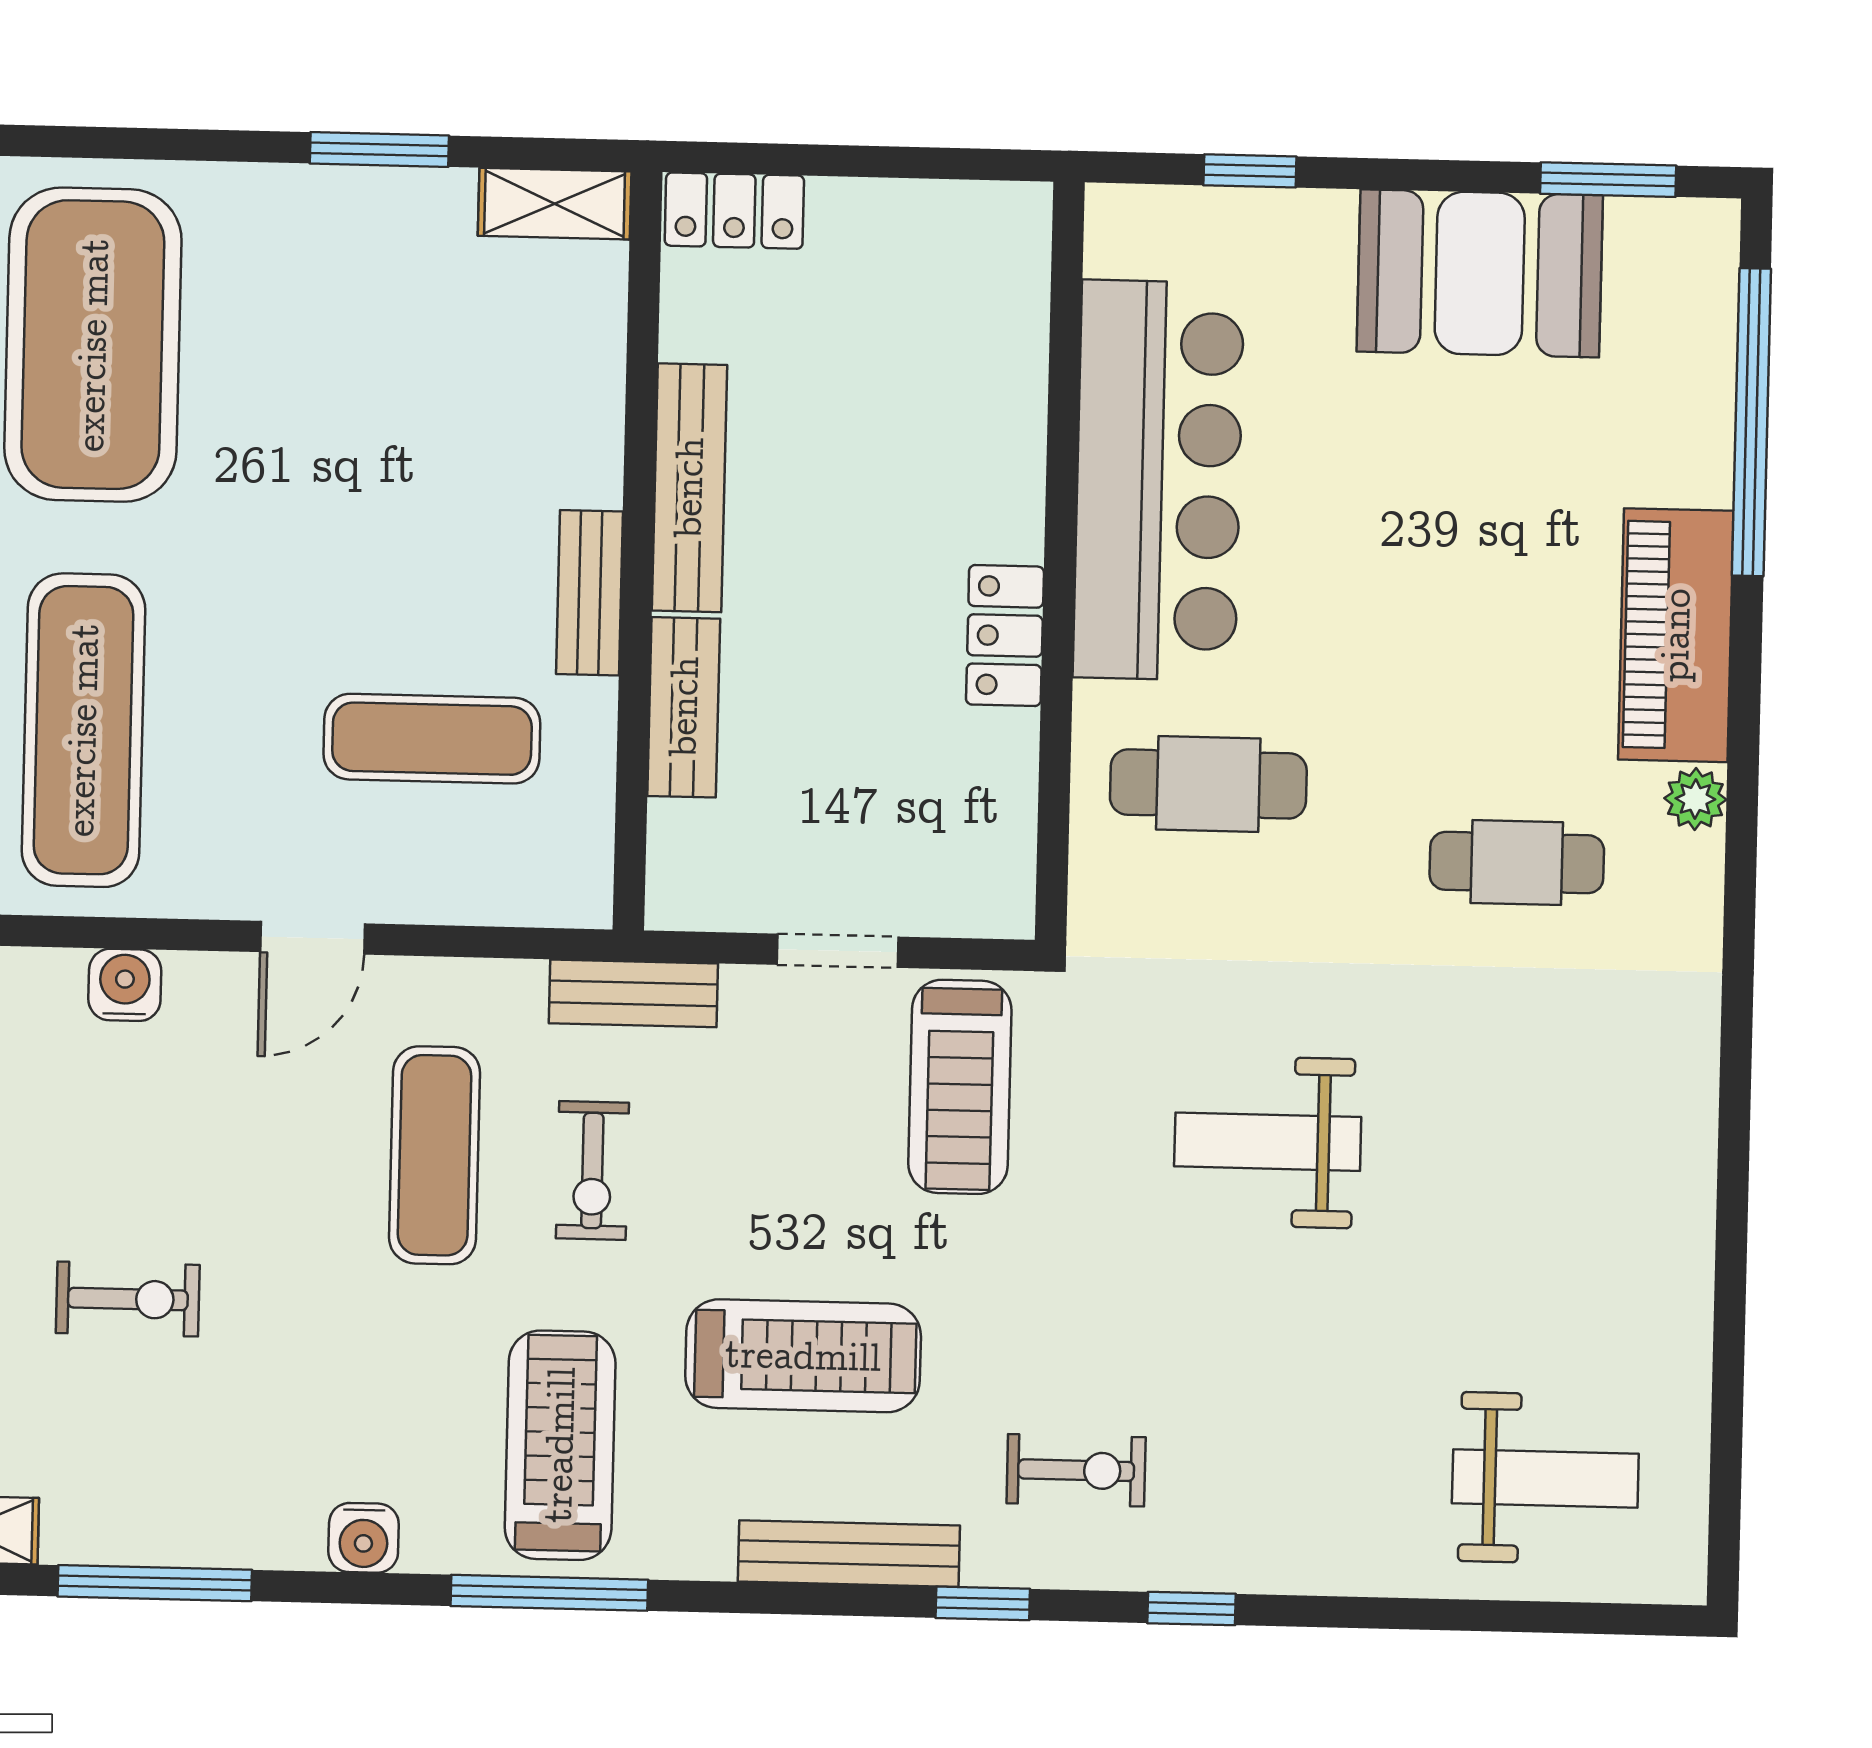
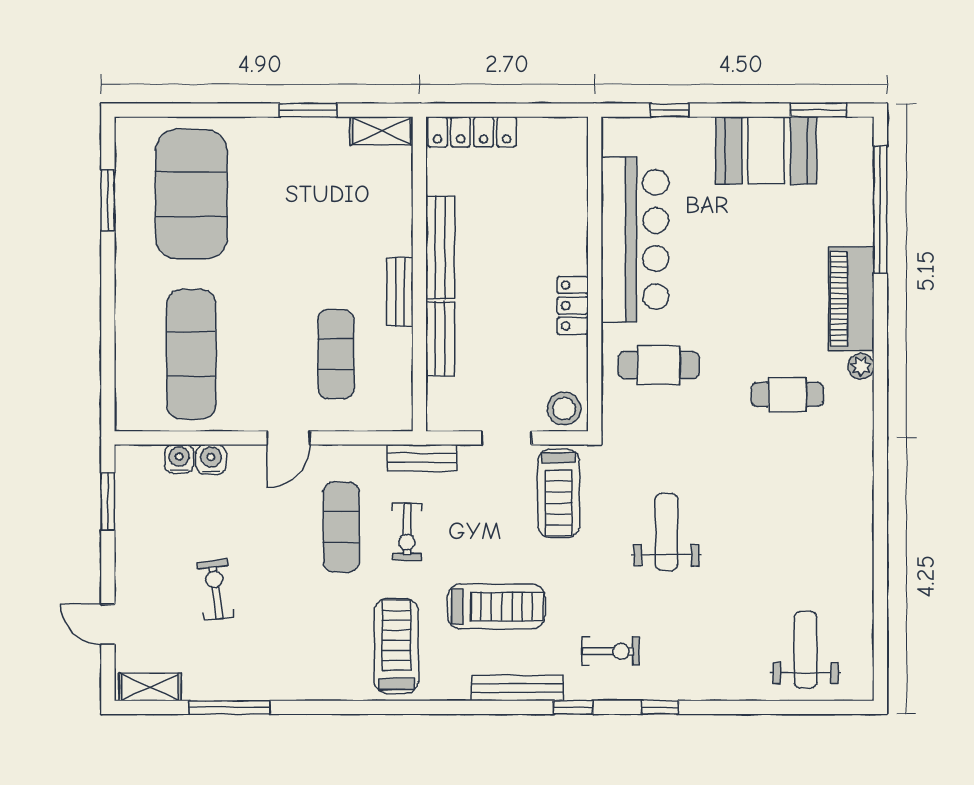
locker: (734, 211) -> (472, 132), width x1.53
exercise mat: (432, 739) -> (336, 354), turned 90
stool: (978, 883) -> (564, 409), added
weight bench: (1268, 1142) -> (666, 532), moved, turned 90
exercise bike: (128, 1299) -> (215, 590), turned -97
weight bench: (1545, 1478) -> (806, 650), turned -90
water cooler: (364, 1538) -> (179, 459), moved, turned 180
window: (549, 1593) -> (393, 707), removed

